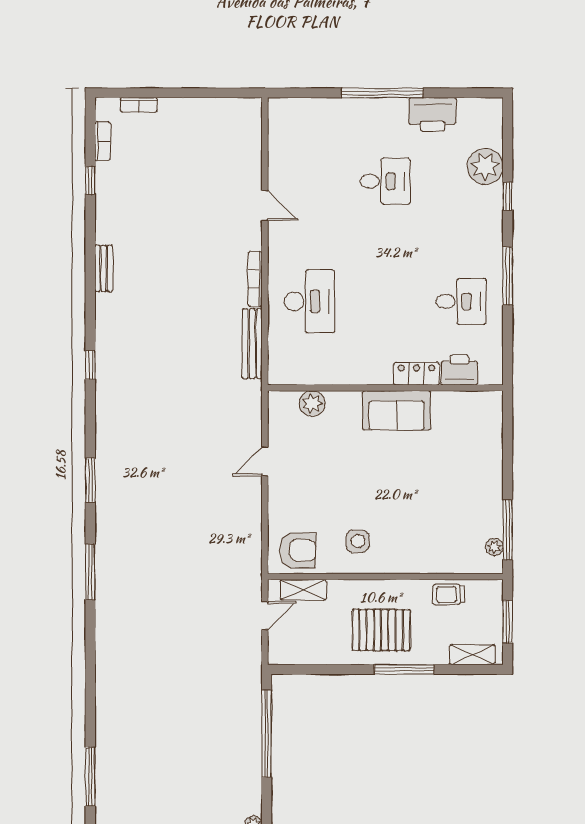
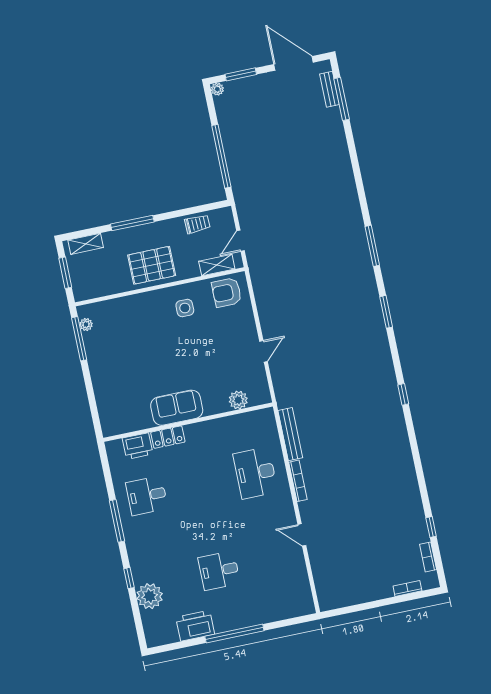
bench: (104, 268) -> (330, 89), moved
trolley: (449, 594) -> (197, 224), moved
pallet: (381, 630) -> (152, 265), moved

